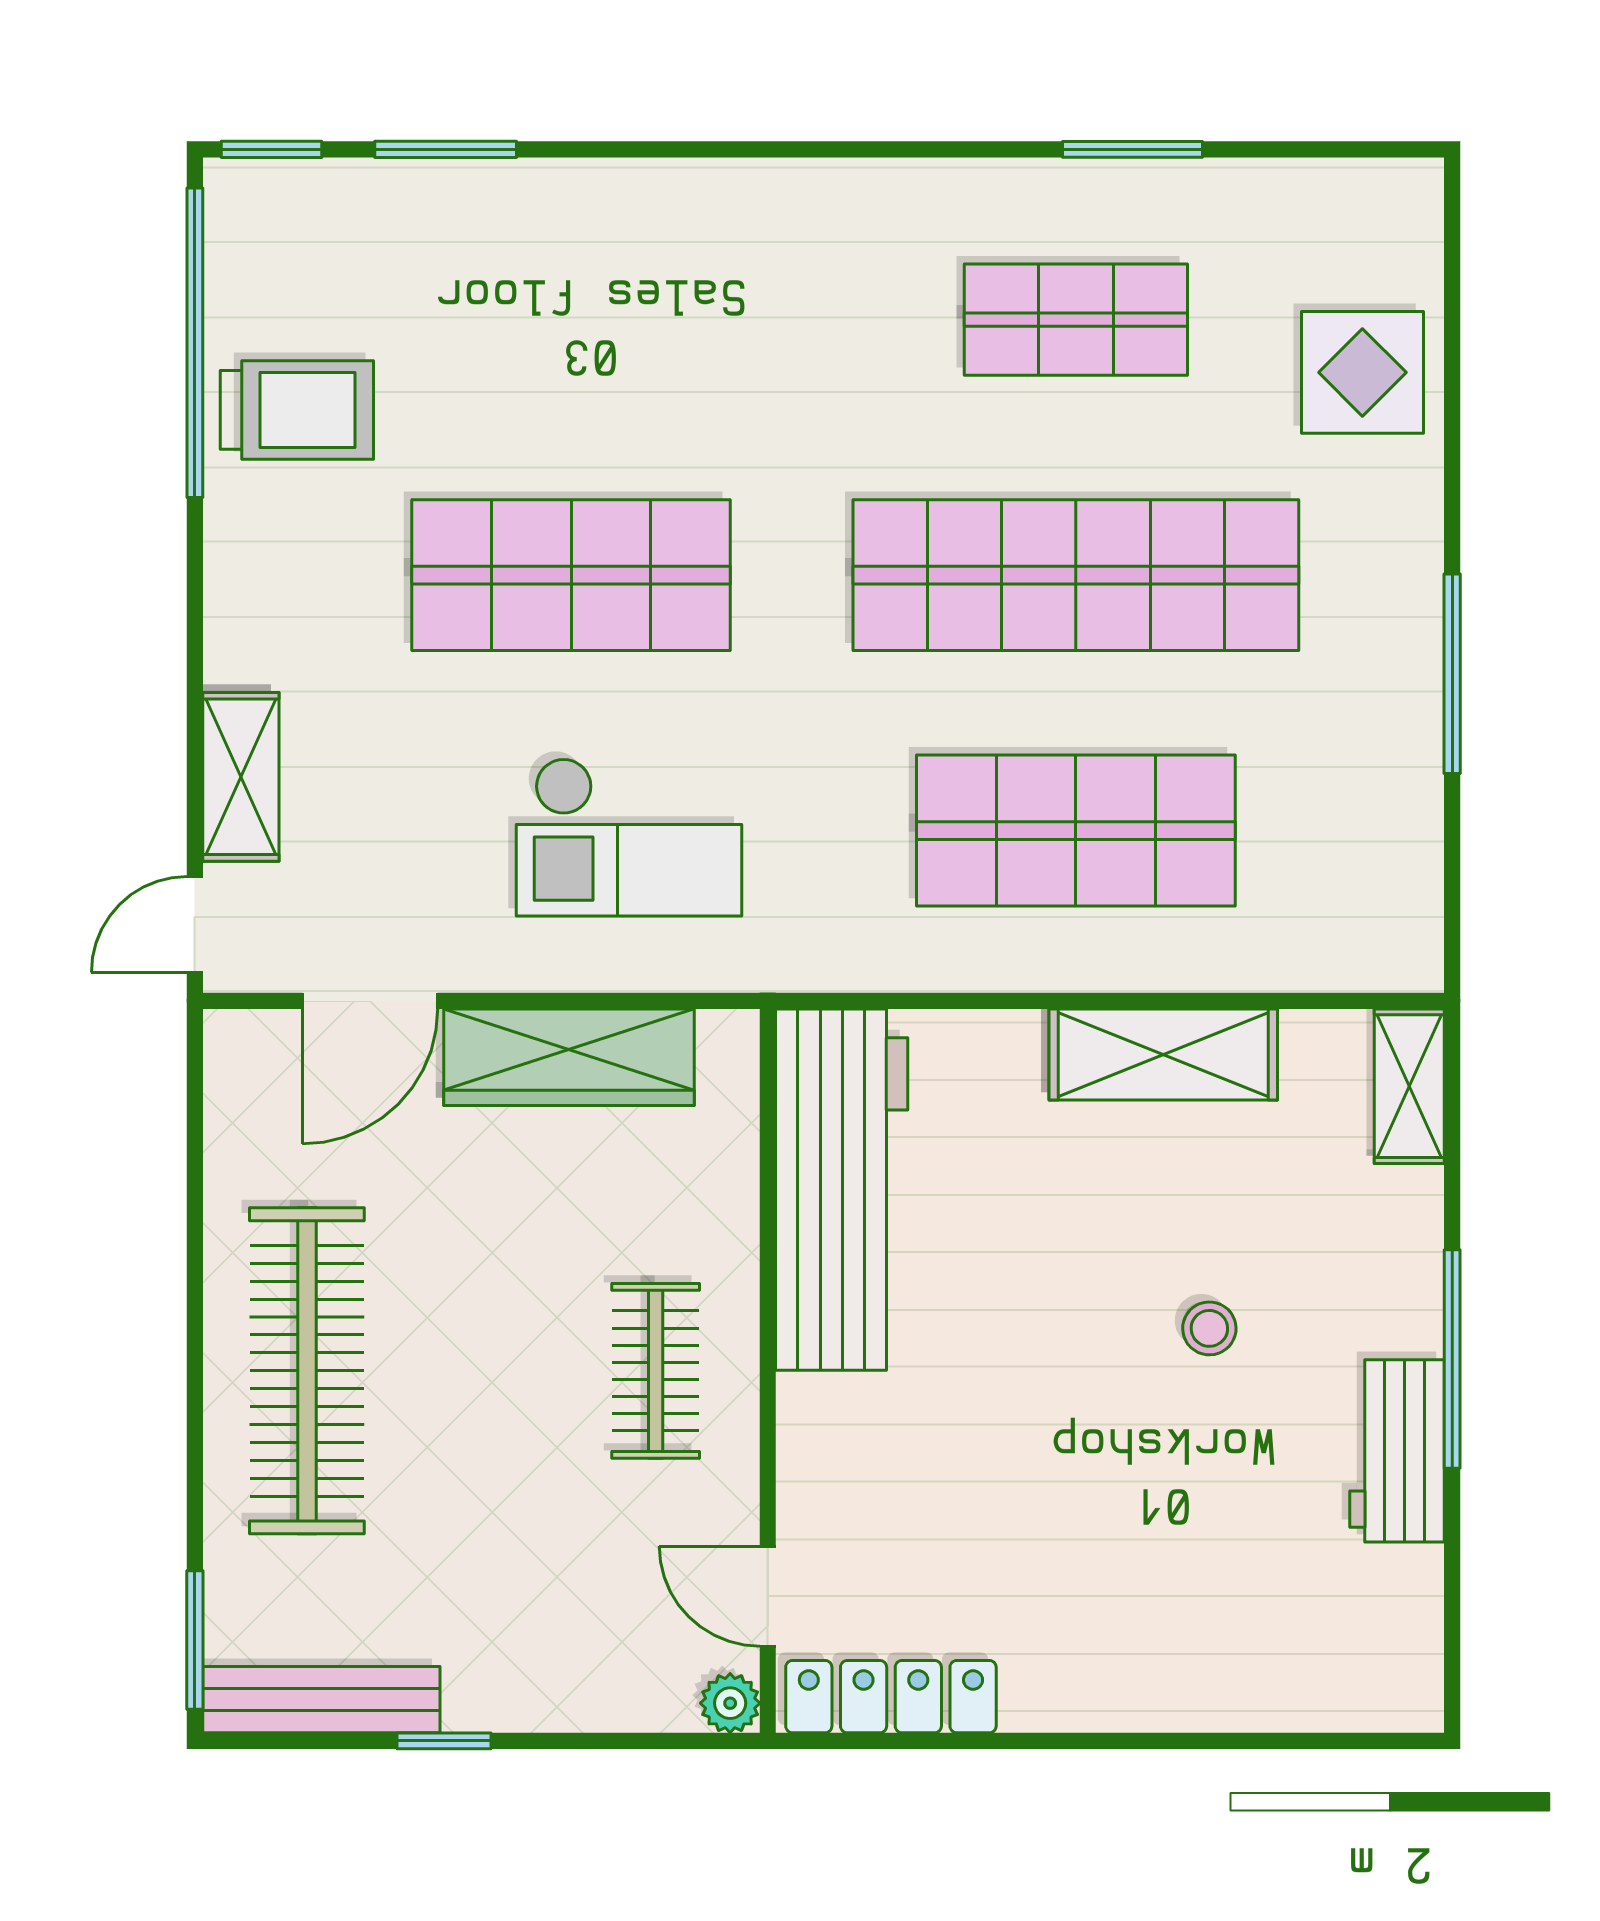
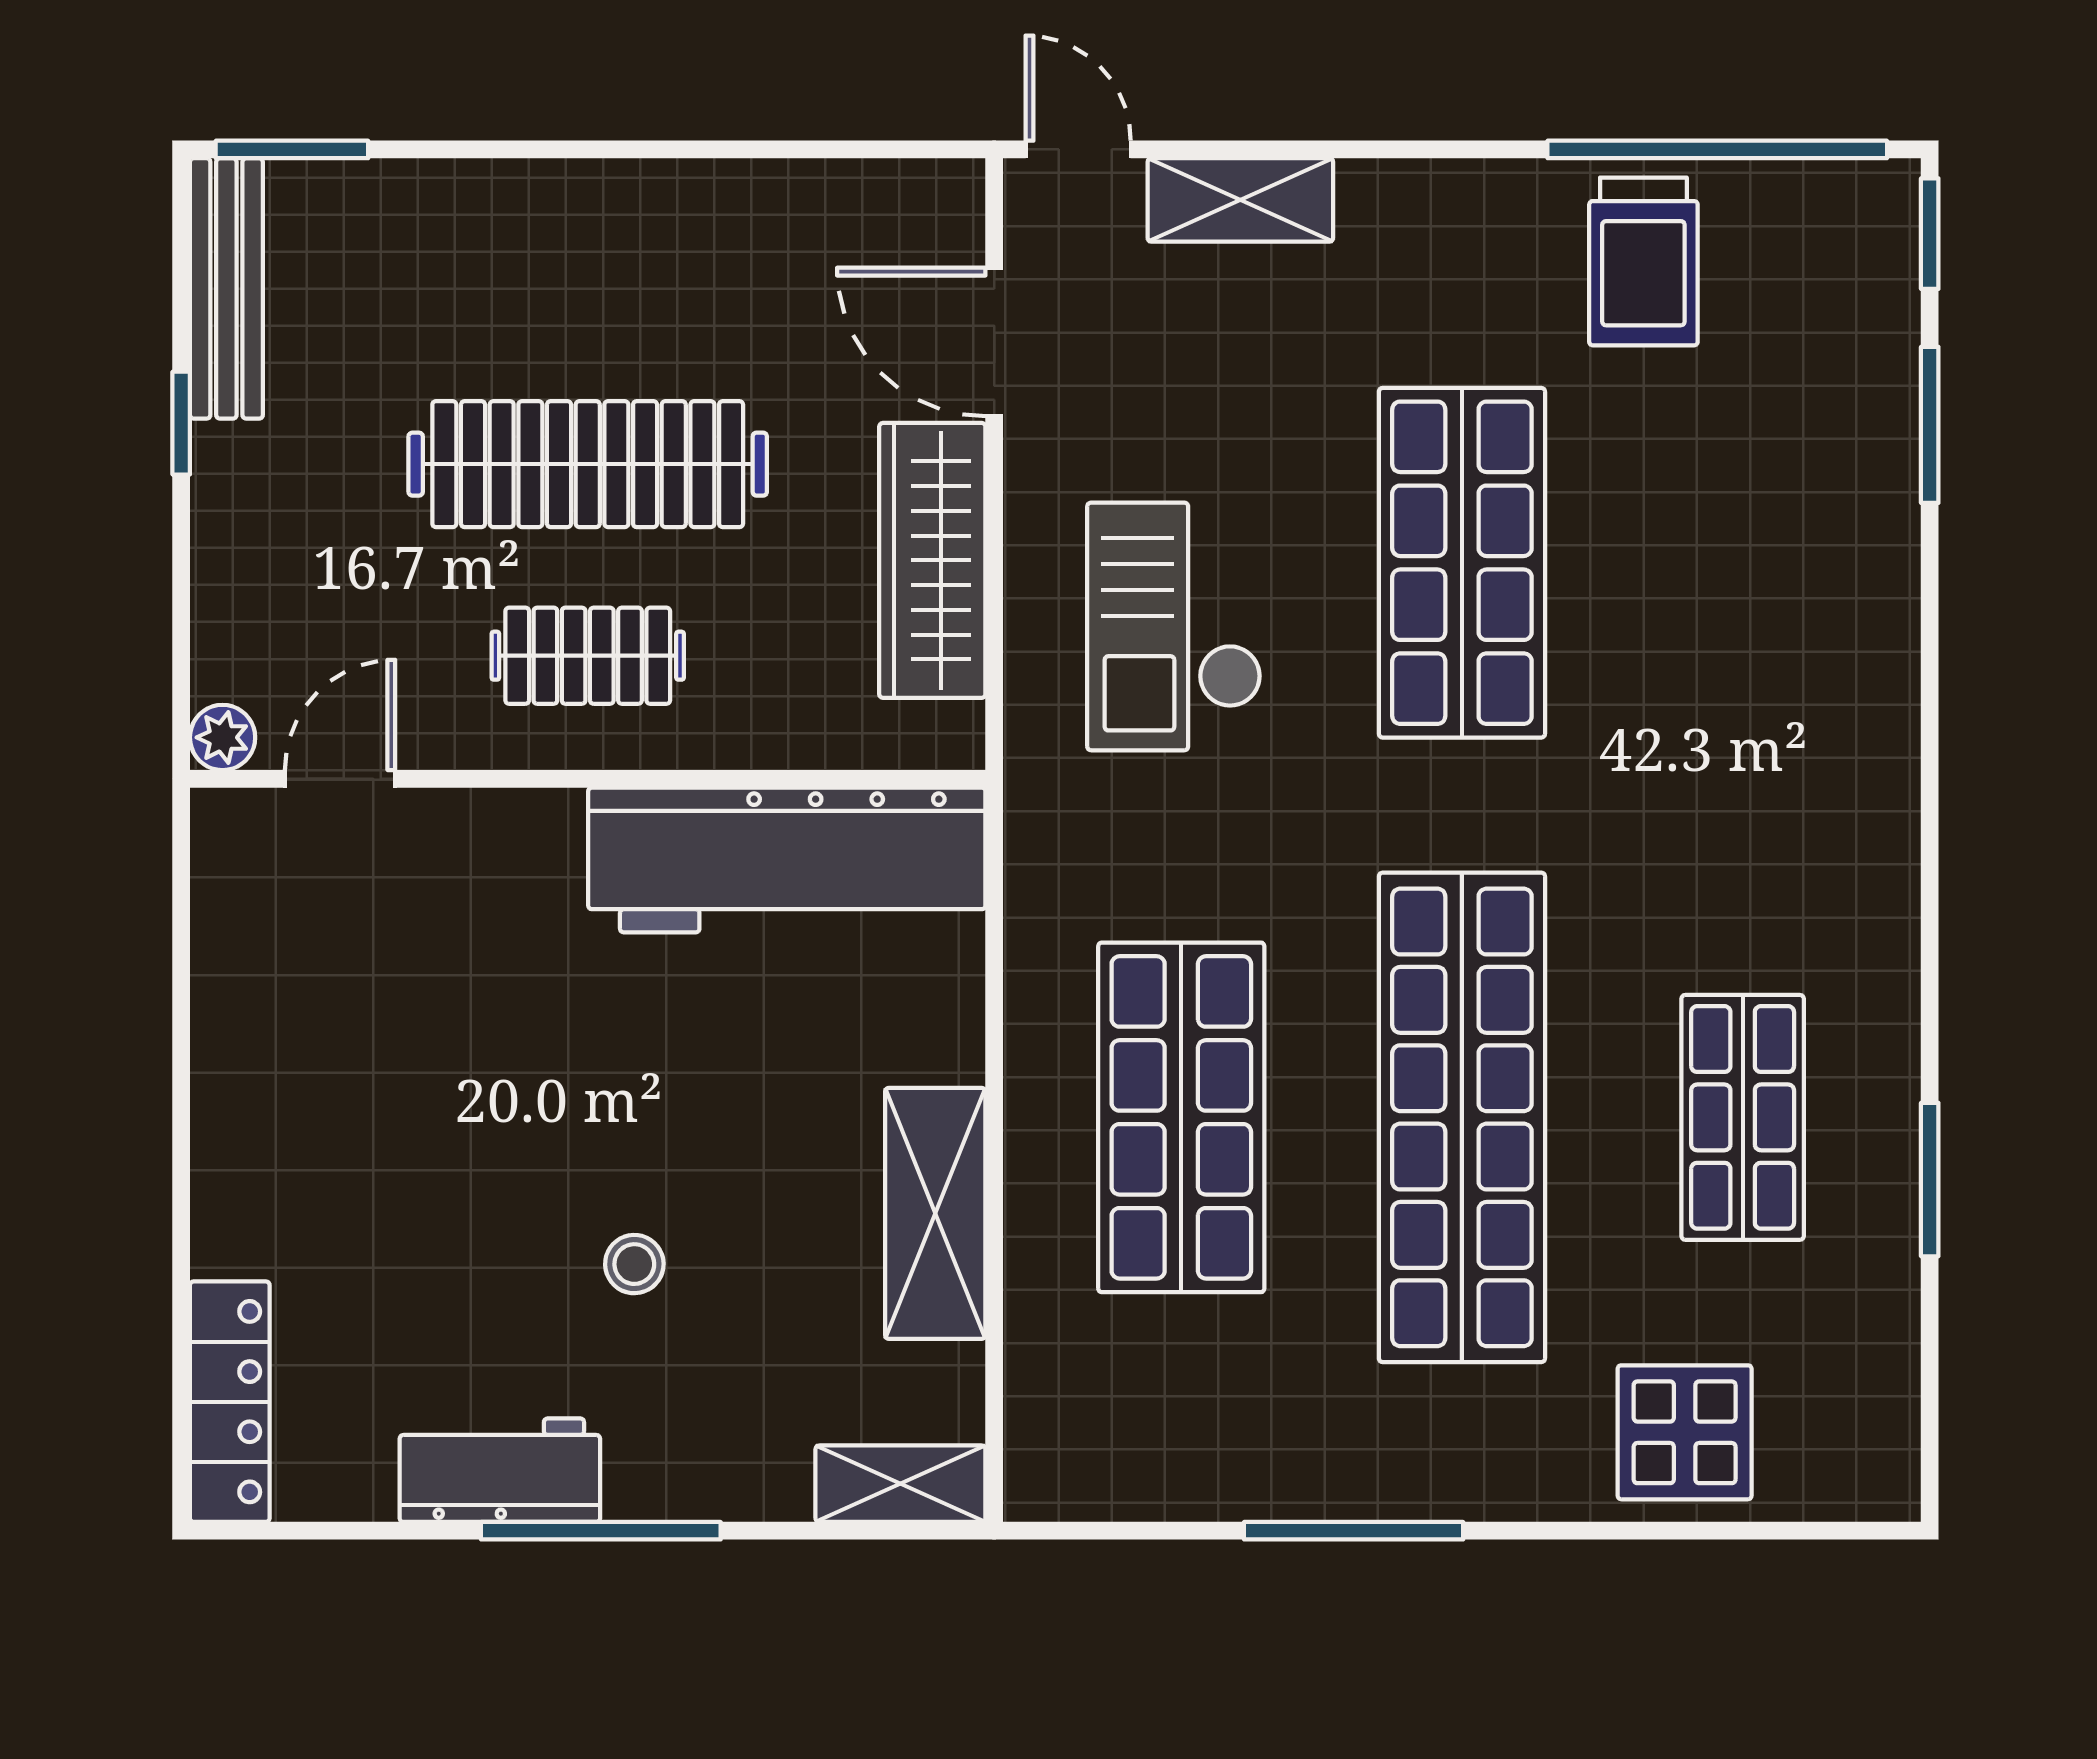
clothes rail: (307, 1371) -> (588, 464), moved
locker: (891, 1697) -> (230, 1402), moved

